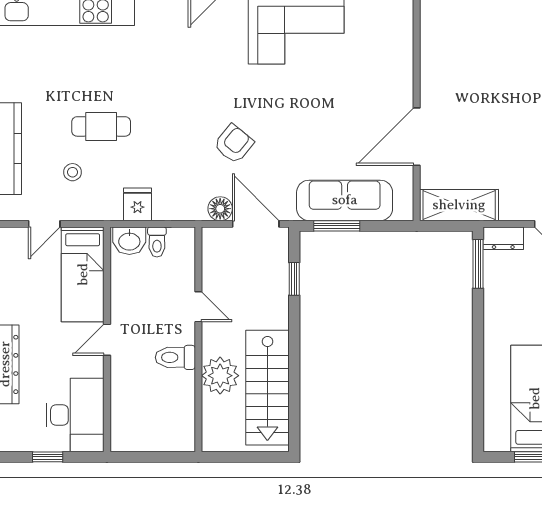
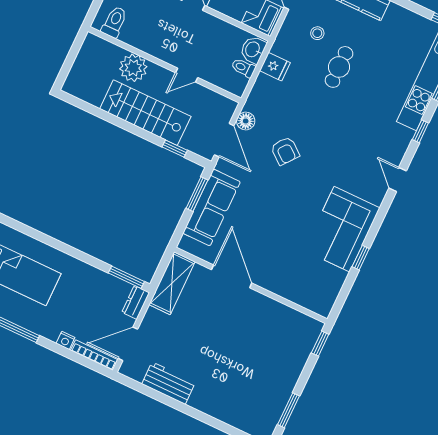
door: (256, 224) -> (224, 140), hinge flipped
toilet: (175, 357) -> (114, 22), moved
stairs: (267, 388) -> (145, 113), moved

